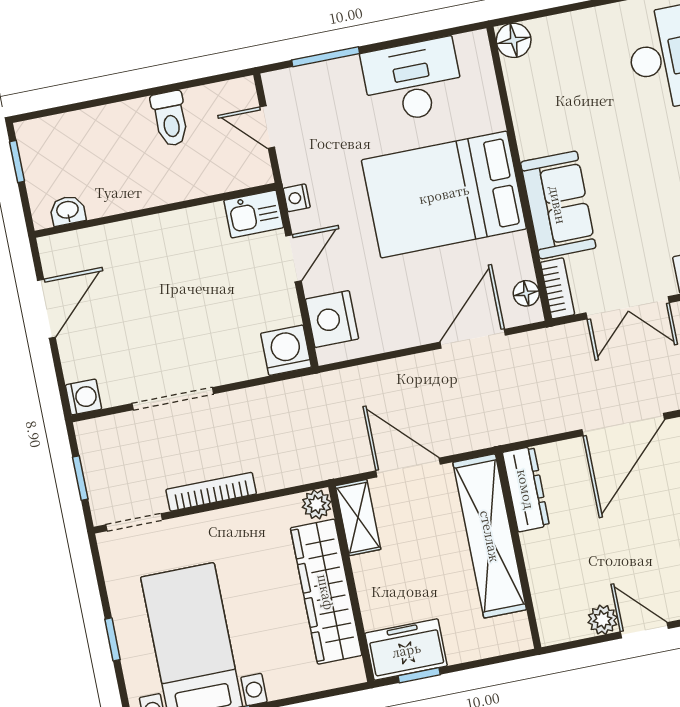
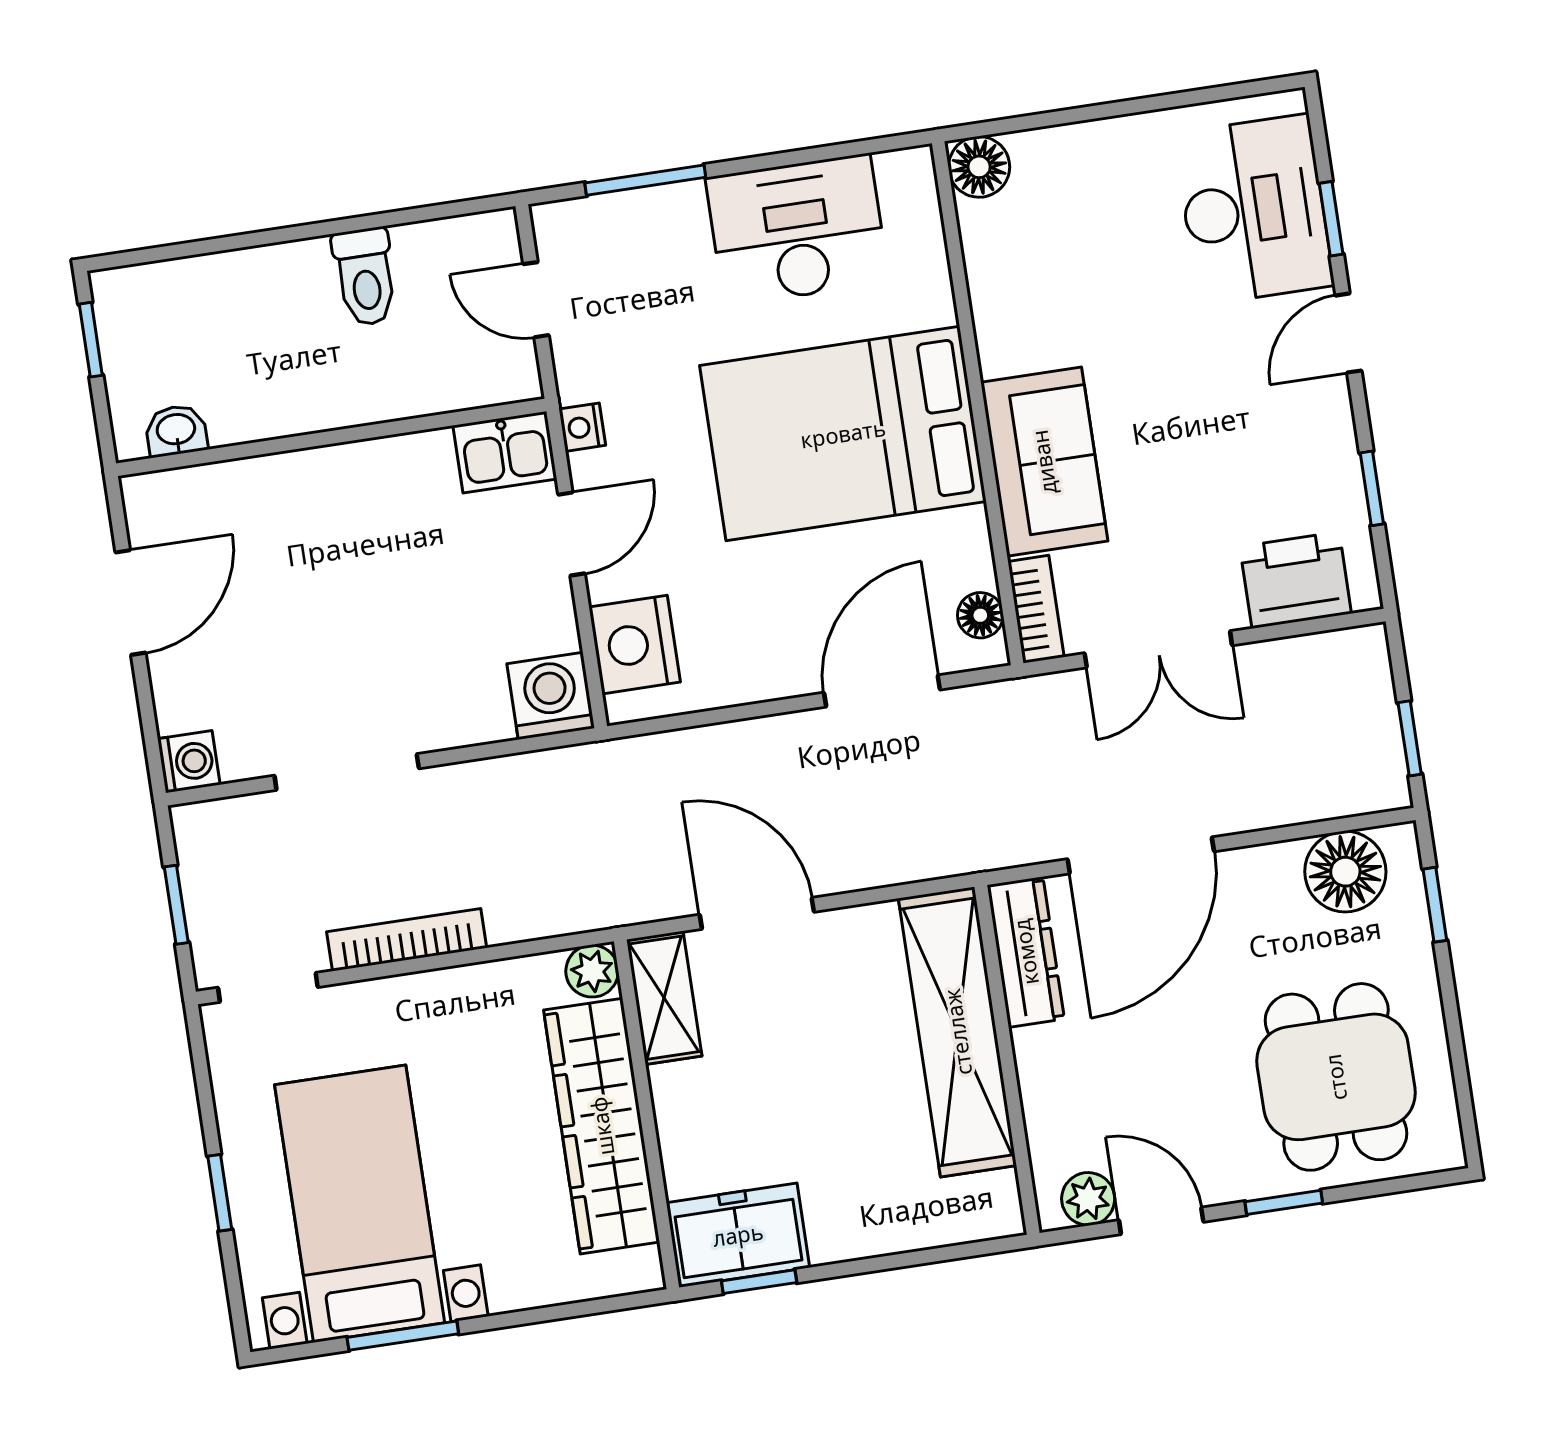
dresser: (526, 489) -> (1026, 952), moved
shelving: (490, 536) -> (958, 1032), moved
wall: (518, 550) -> (1007, 1060), moved

